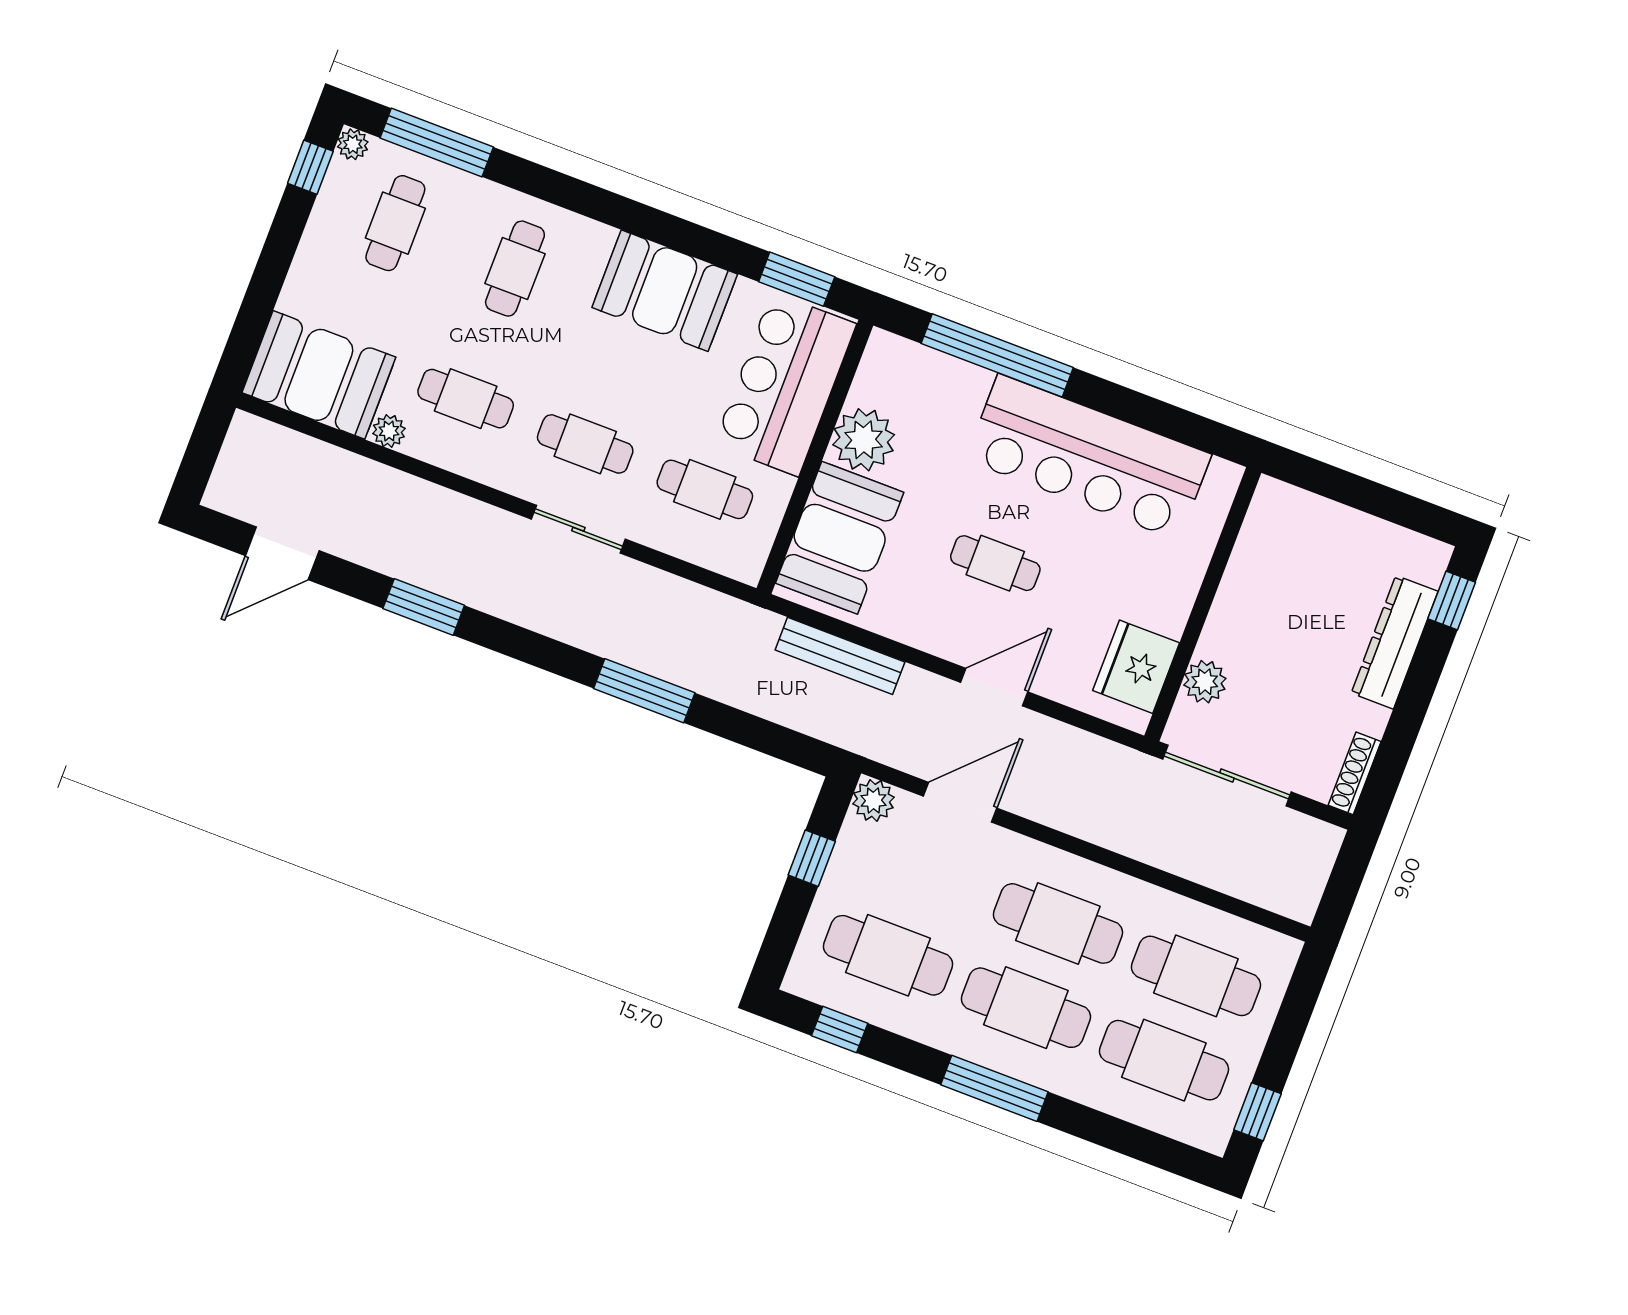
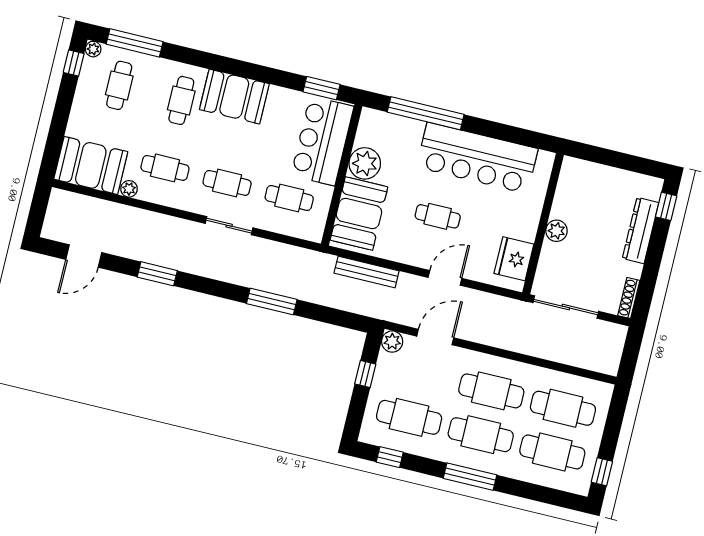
booth: (665, 291) -> (234, 97), moved
plant: (1205, 682) -> (556, 231), moved

